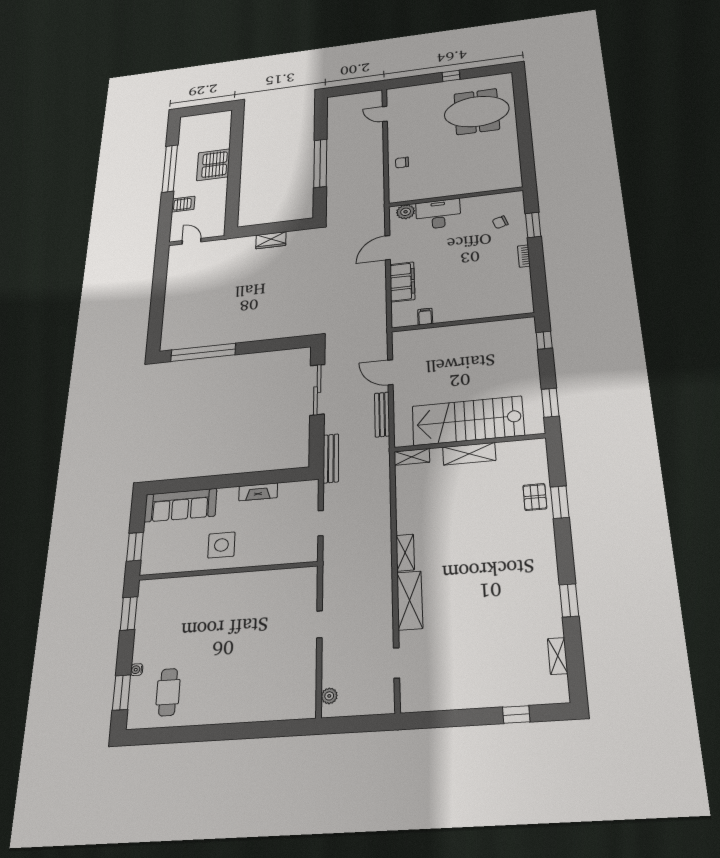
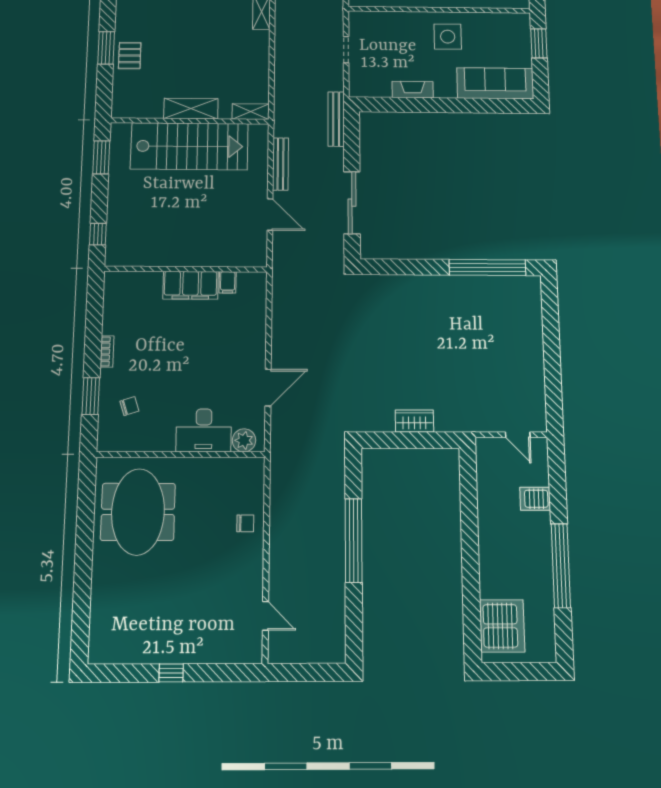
meeting table: (477, 112) -> (138, 512), moved, turned 90
server rack: (213, 165) -> (502, 626), moved
filing cabinet: (402, 282) -> (191, 285), moved, turned -90

